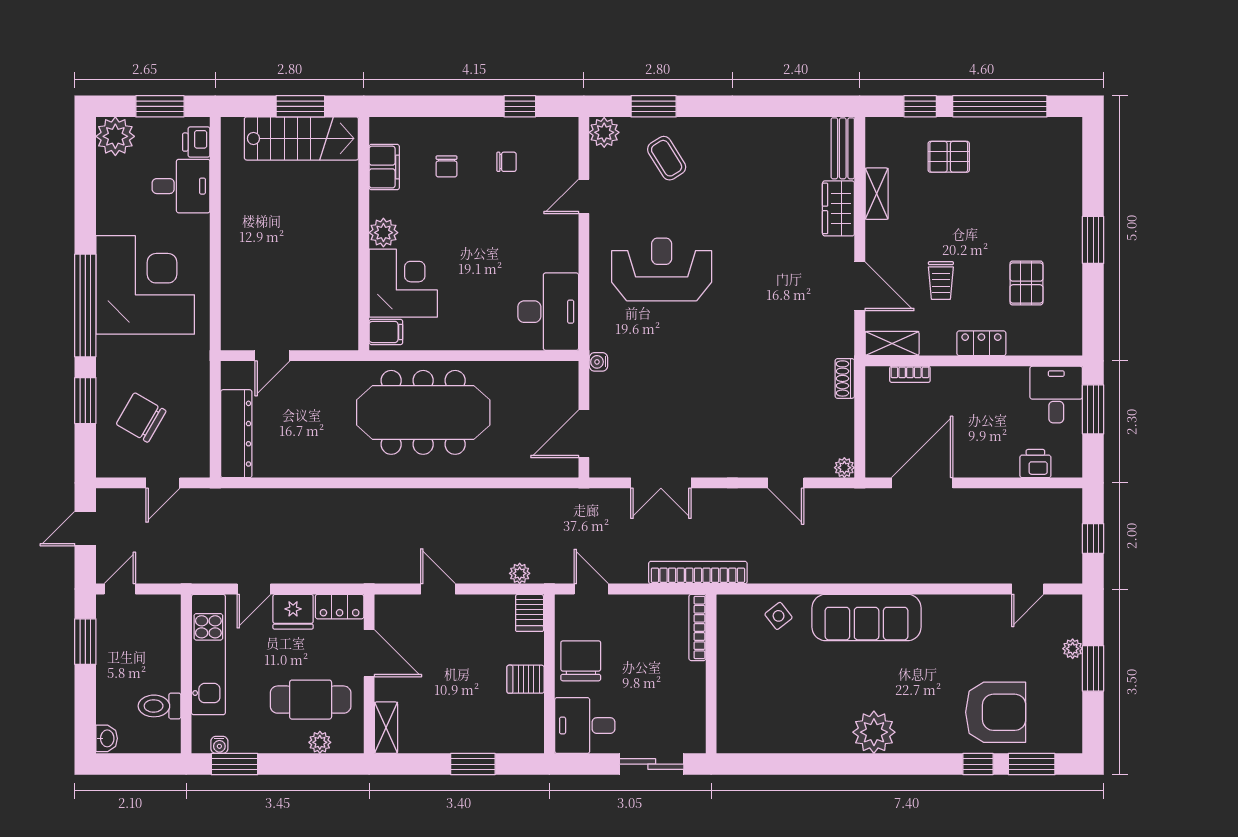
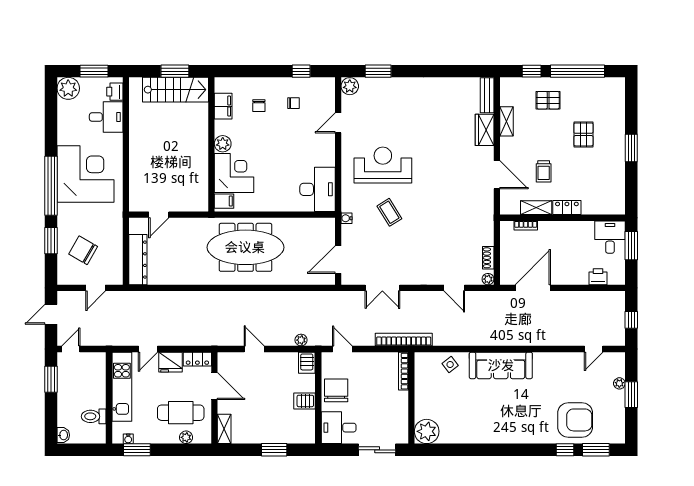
coffee table: (667, 158) -> (389, 212), moved
pallet: (1026, 283) -> (583, 134), moved
shelving: (892, 343) -> (536, 208), moved
shoe rack: (845, 378) -> (488, 258), moved
plant: (874, 732) -> (427, 431), moved

